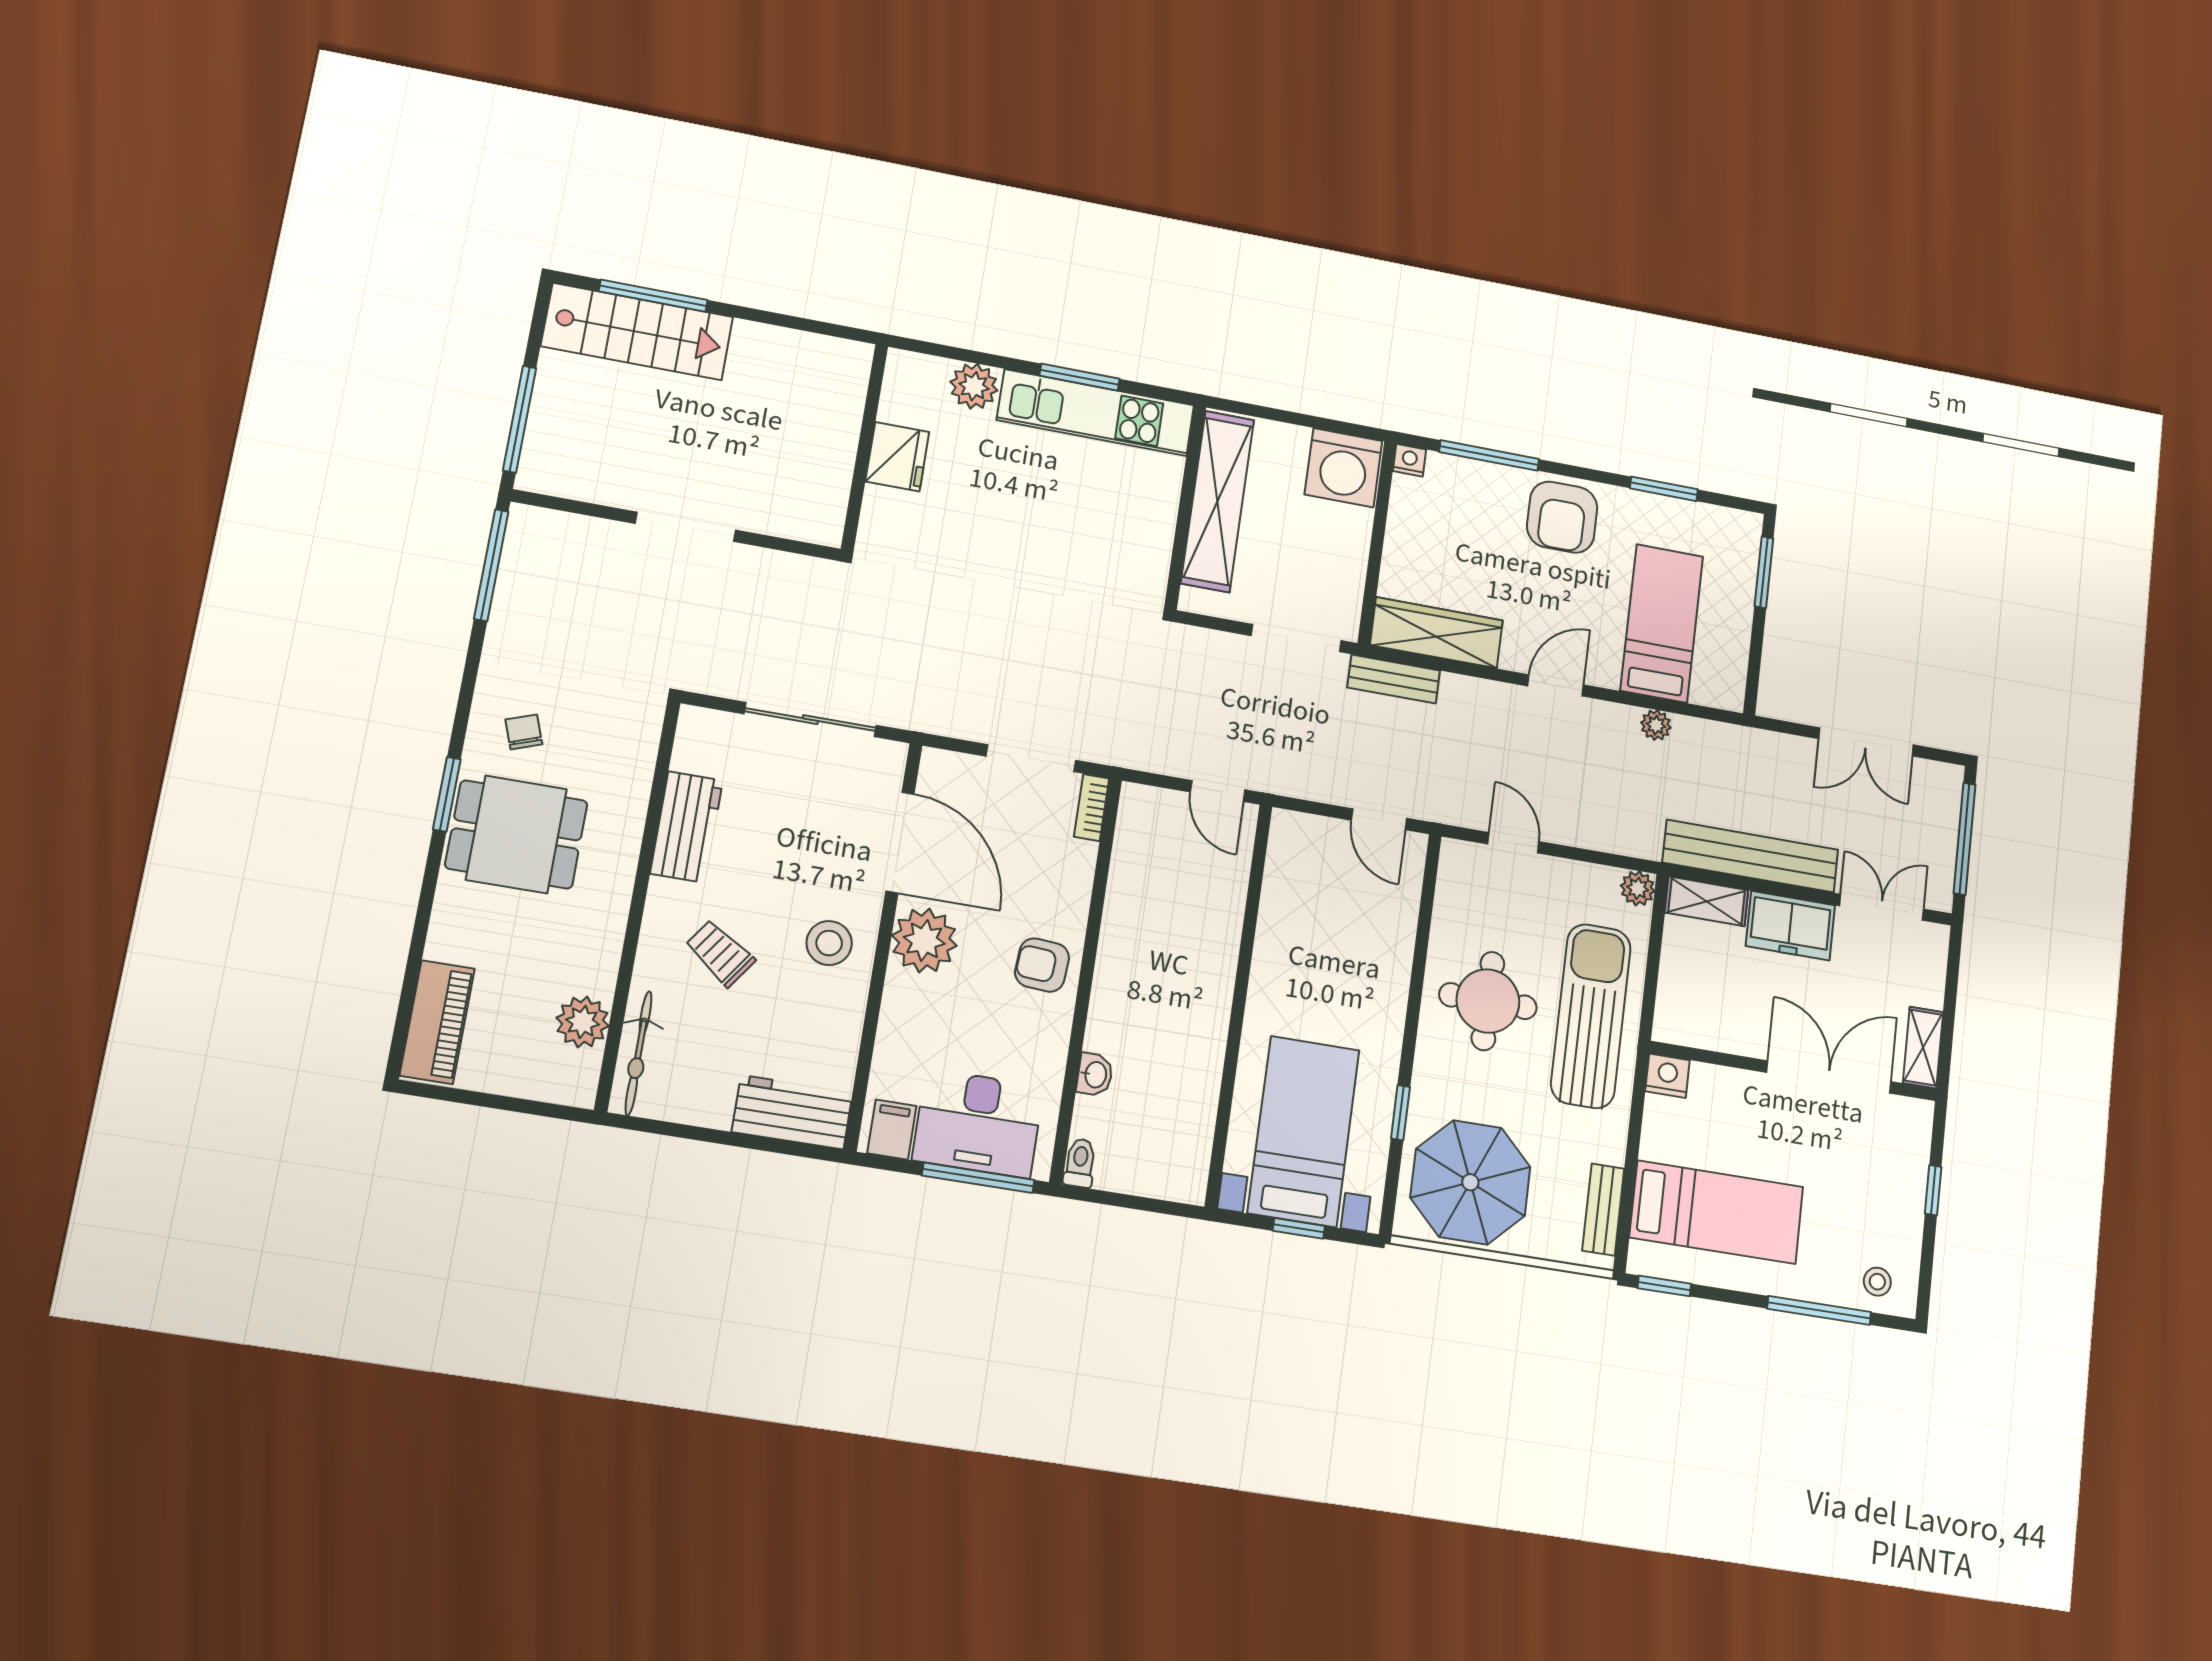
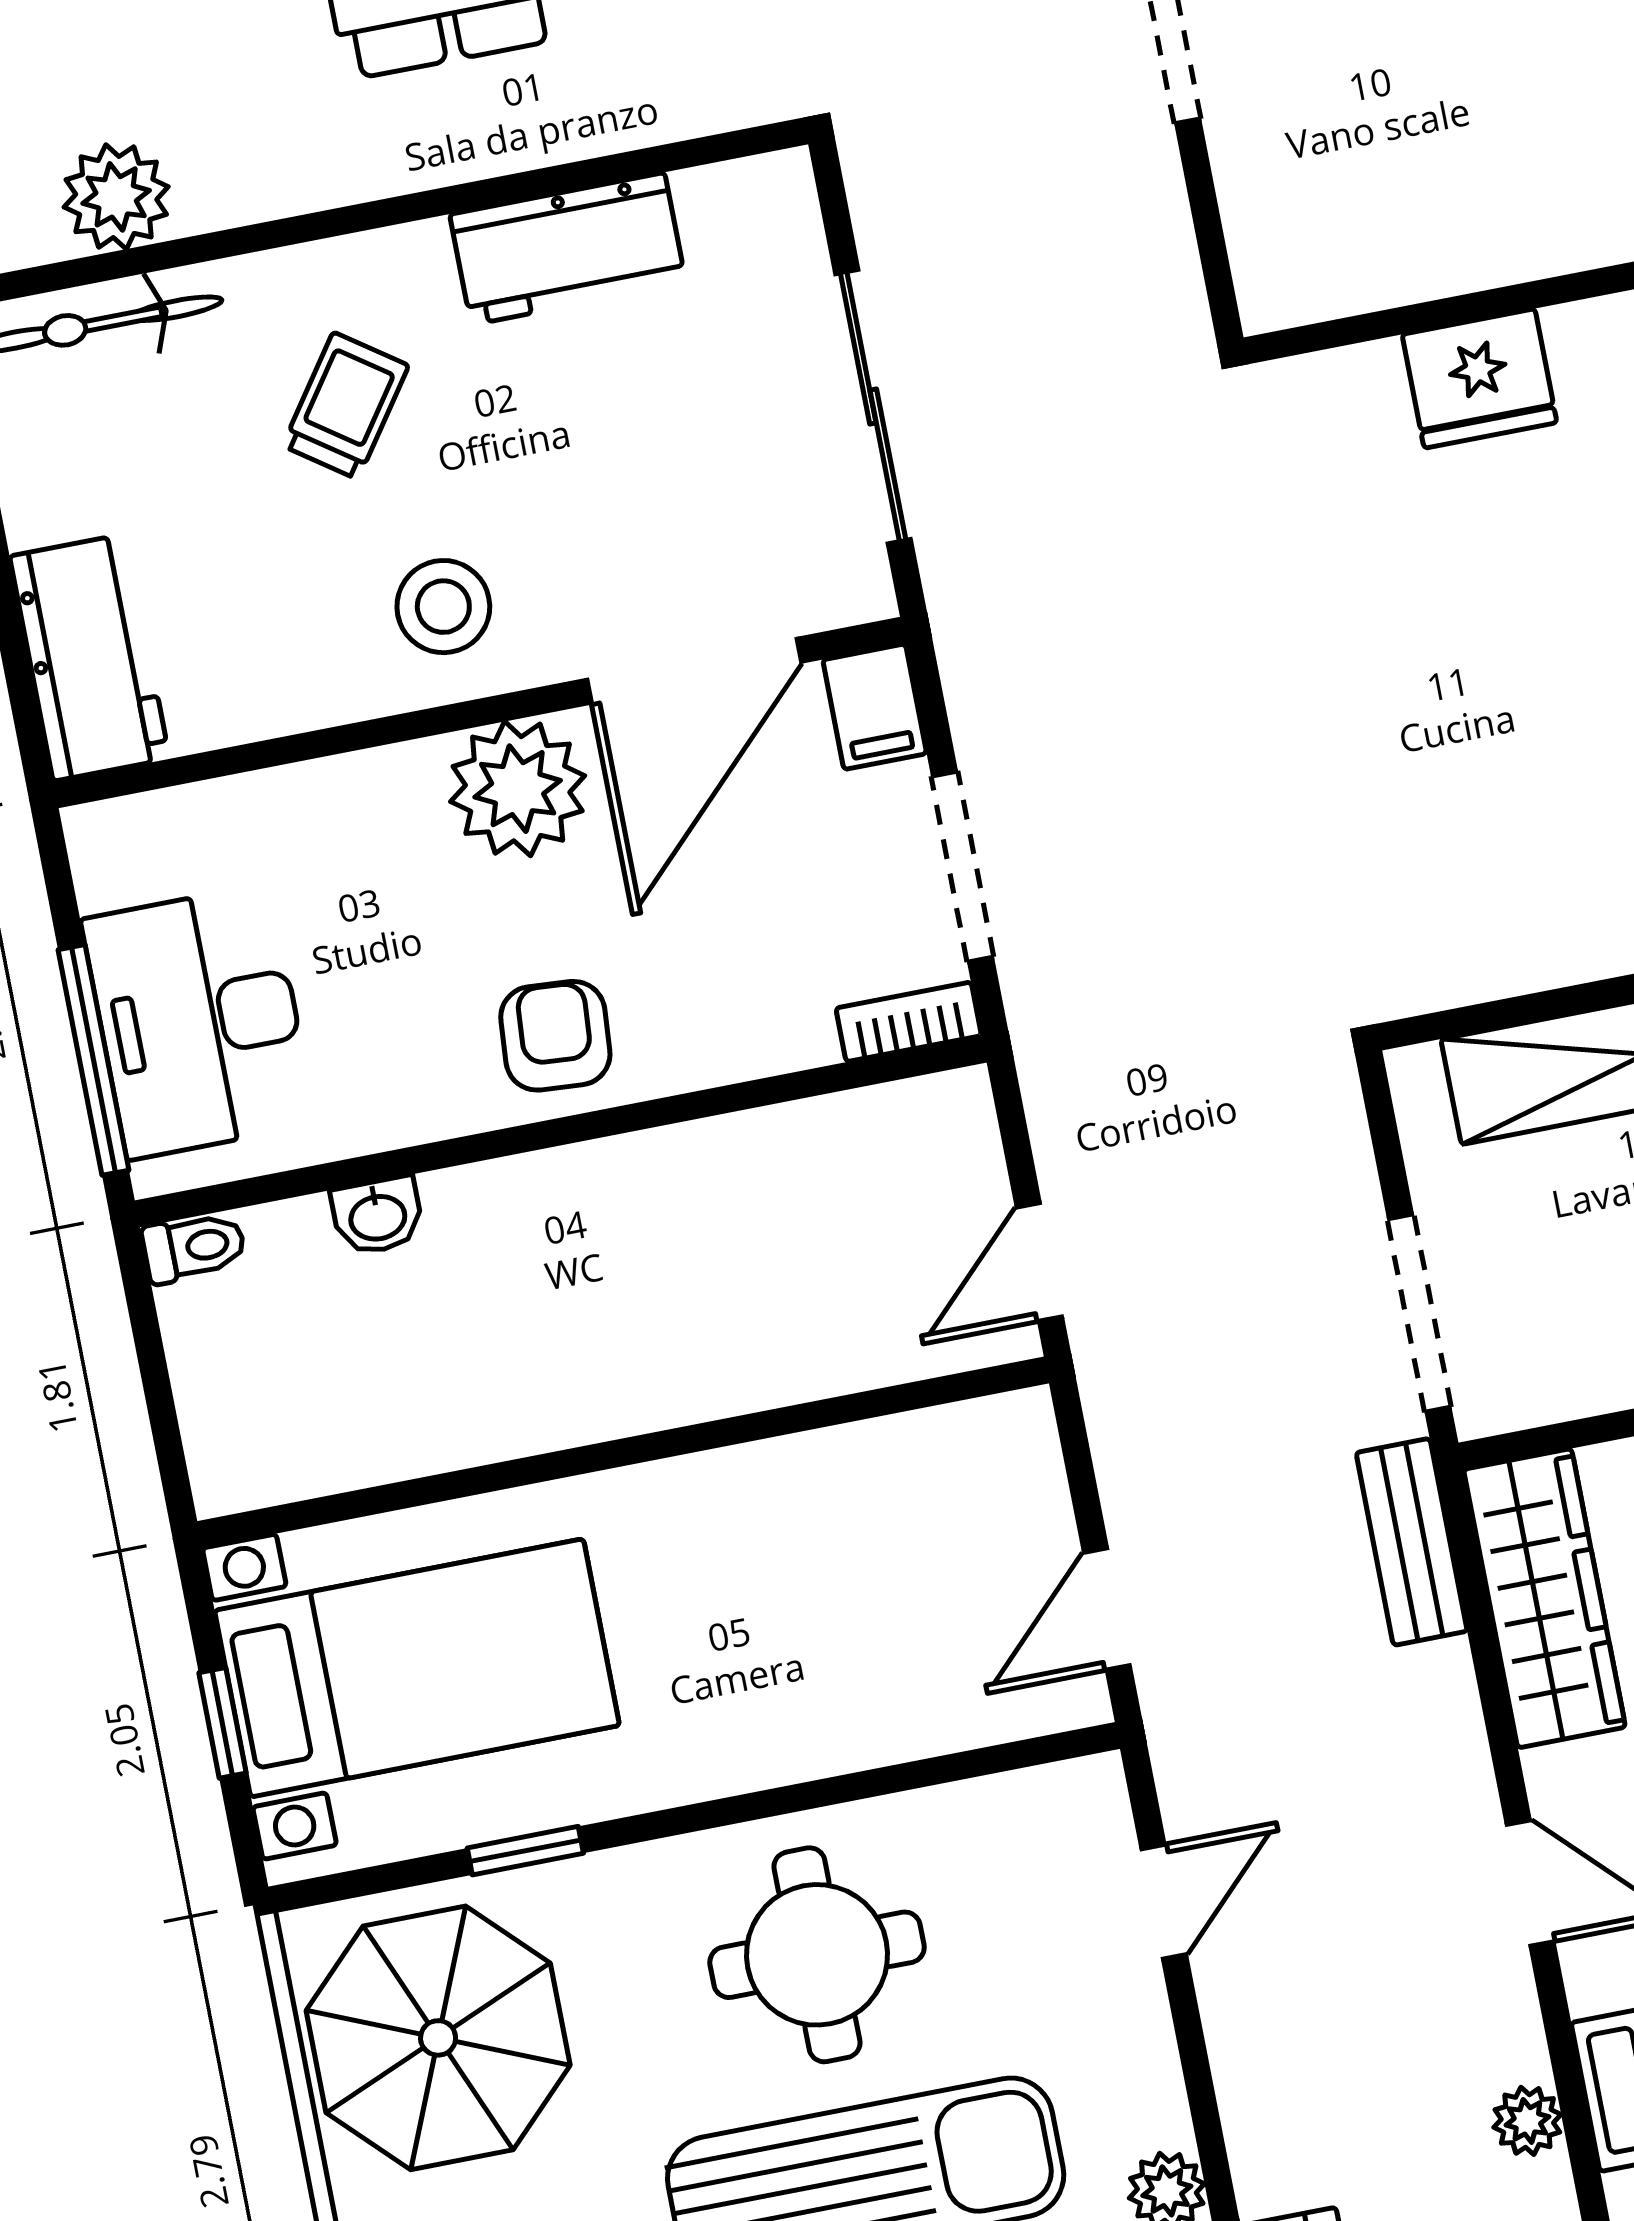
filing cabinet: (892, 1130) -> (875, 707), moved, turned 90

